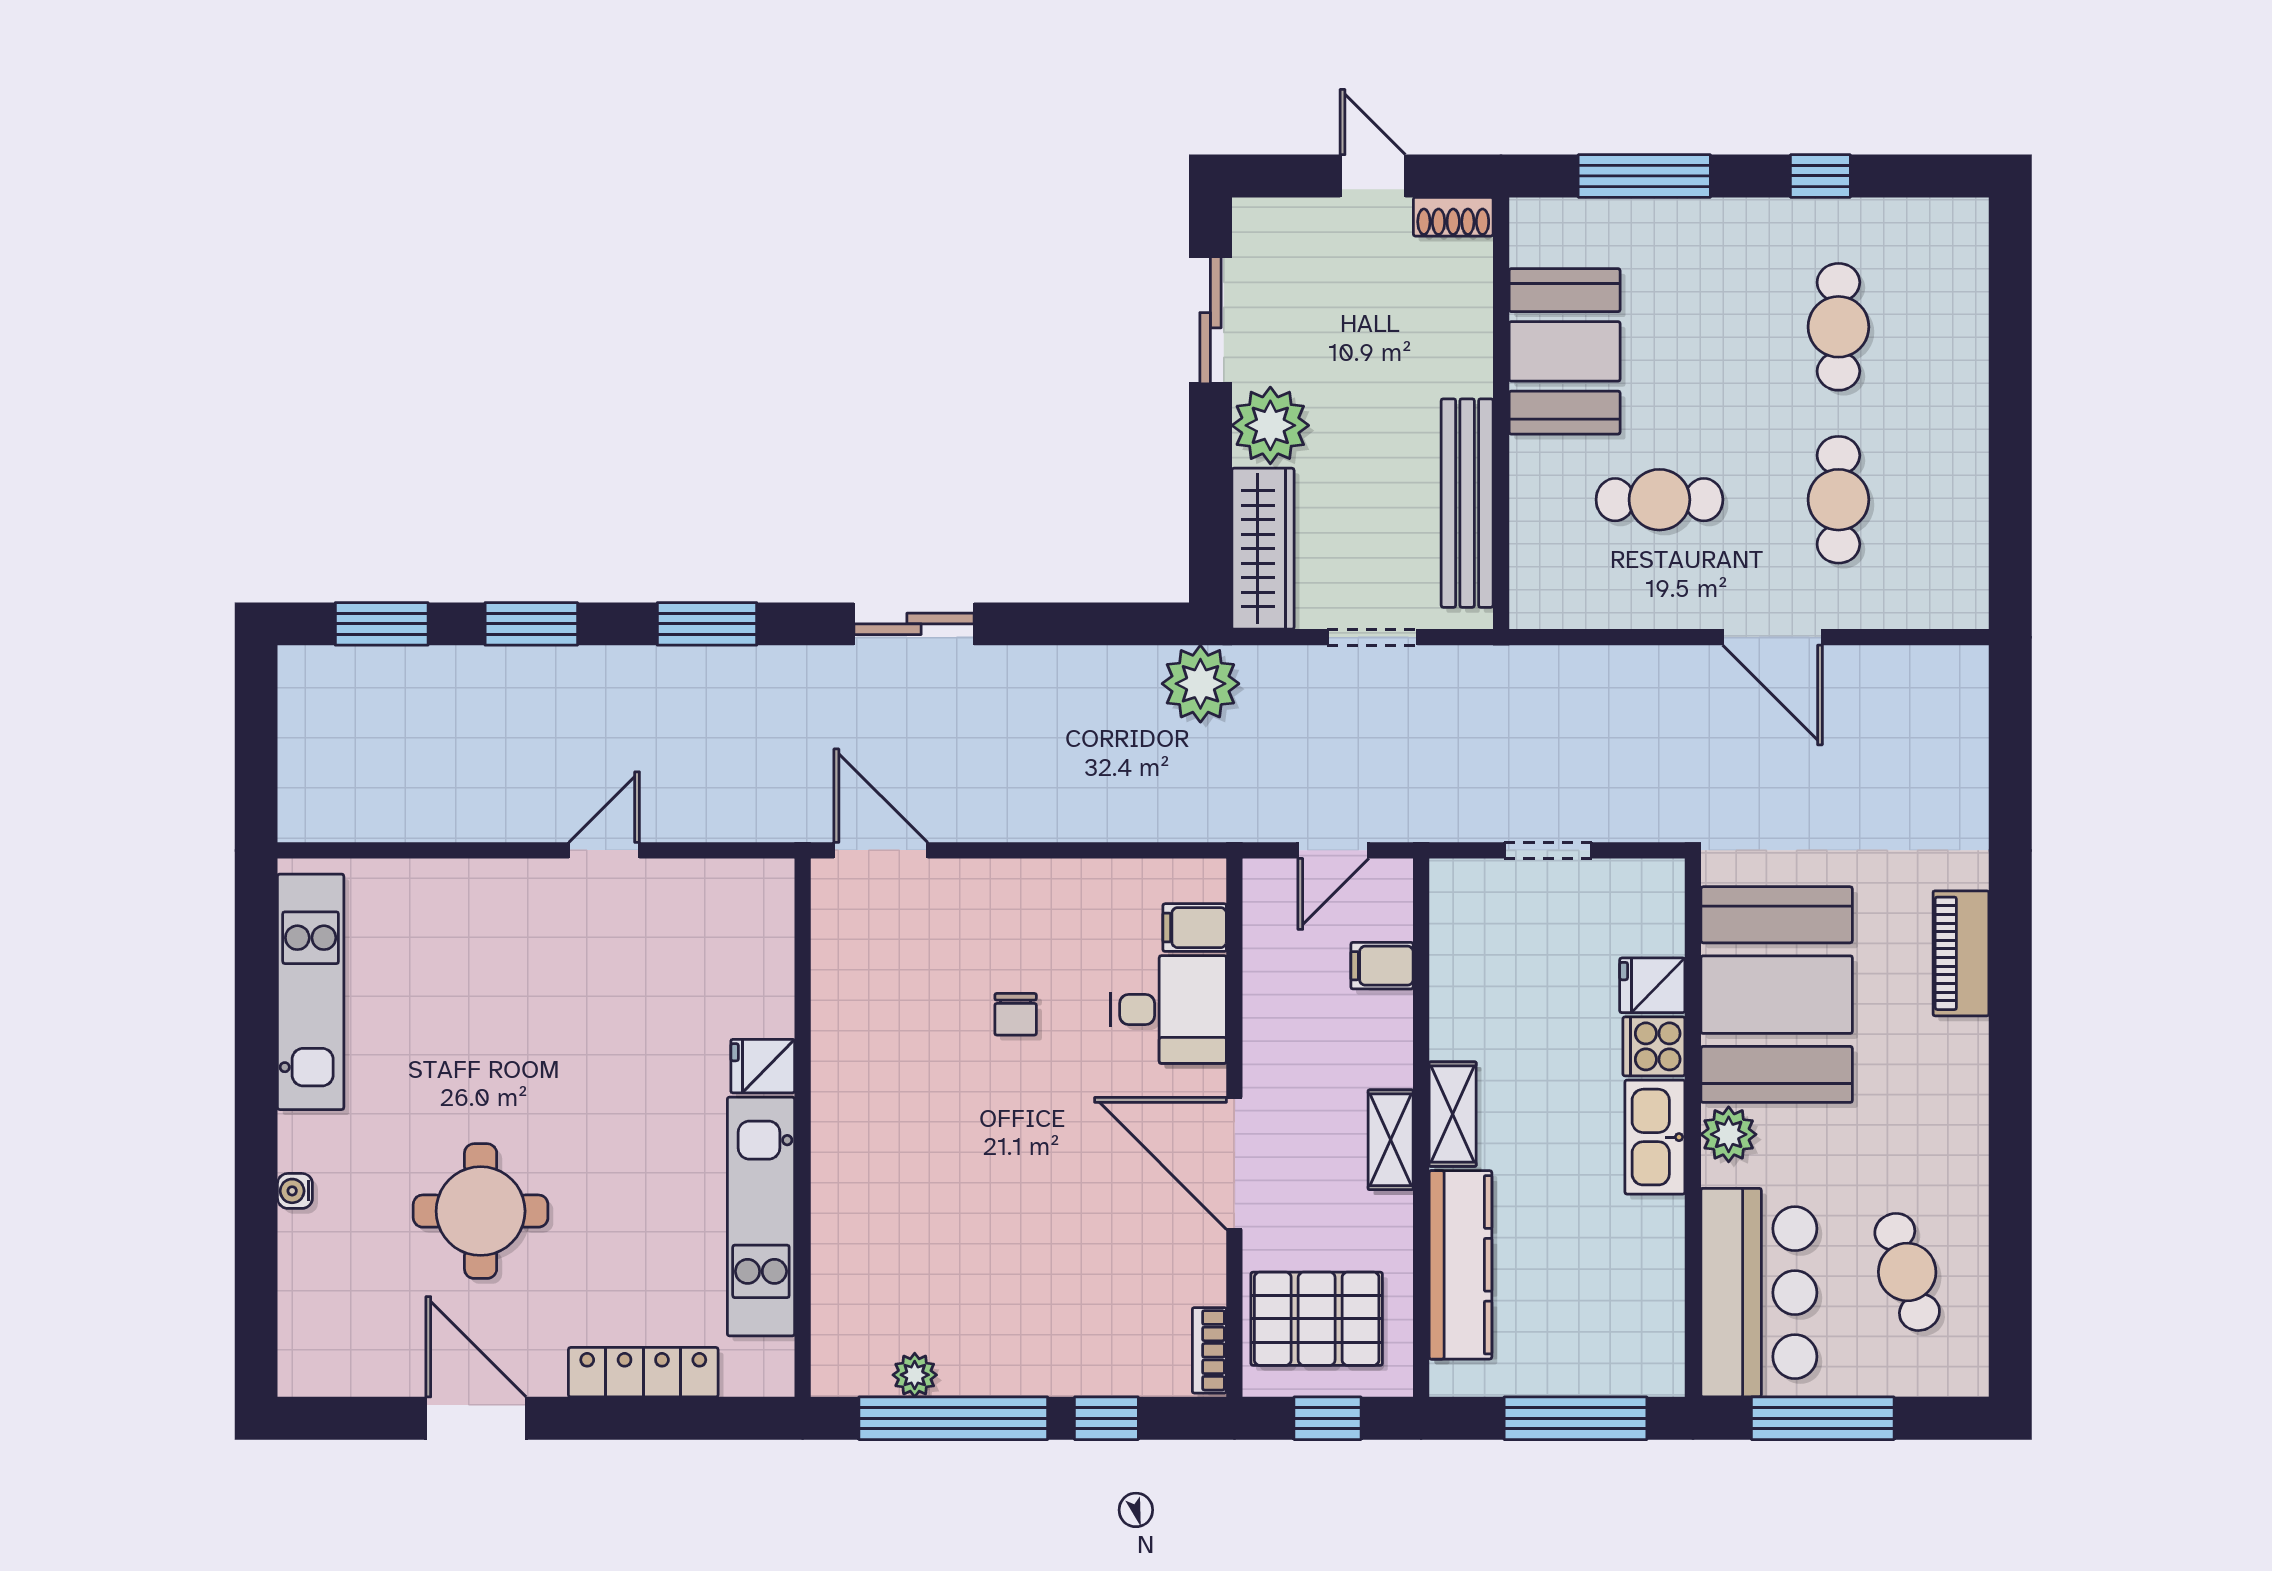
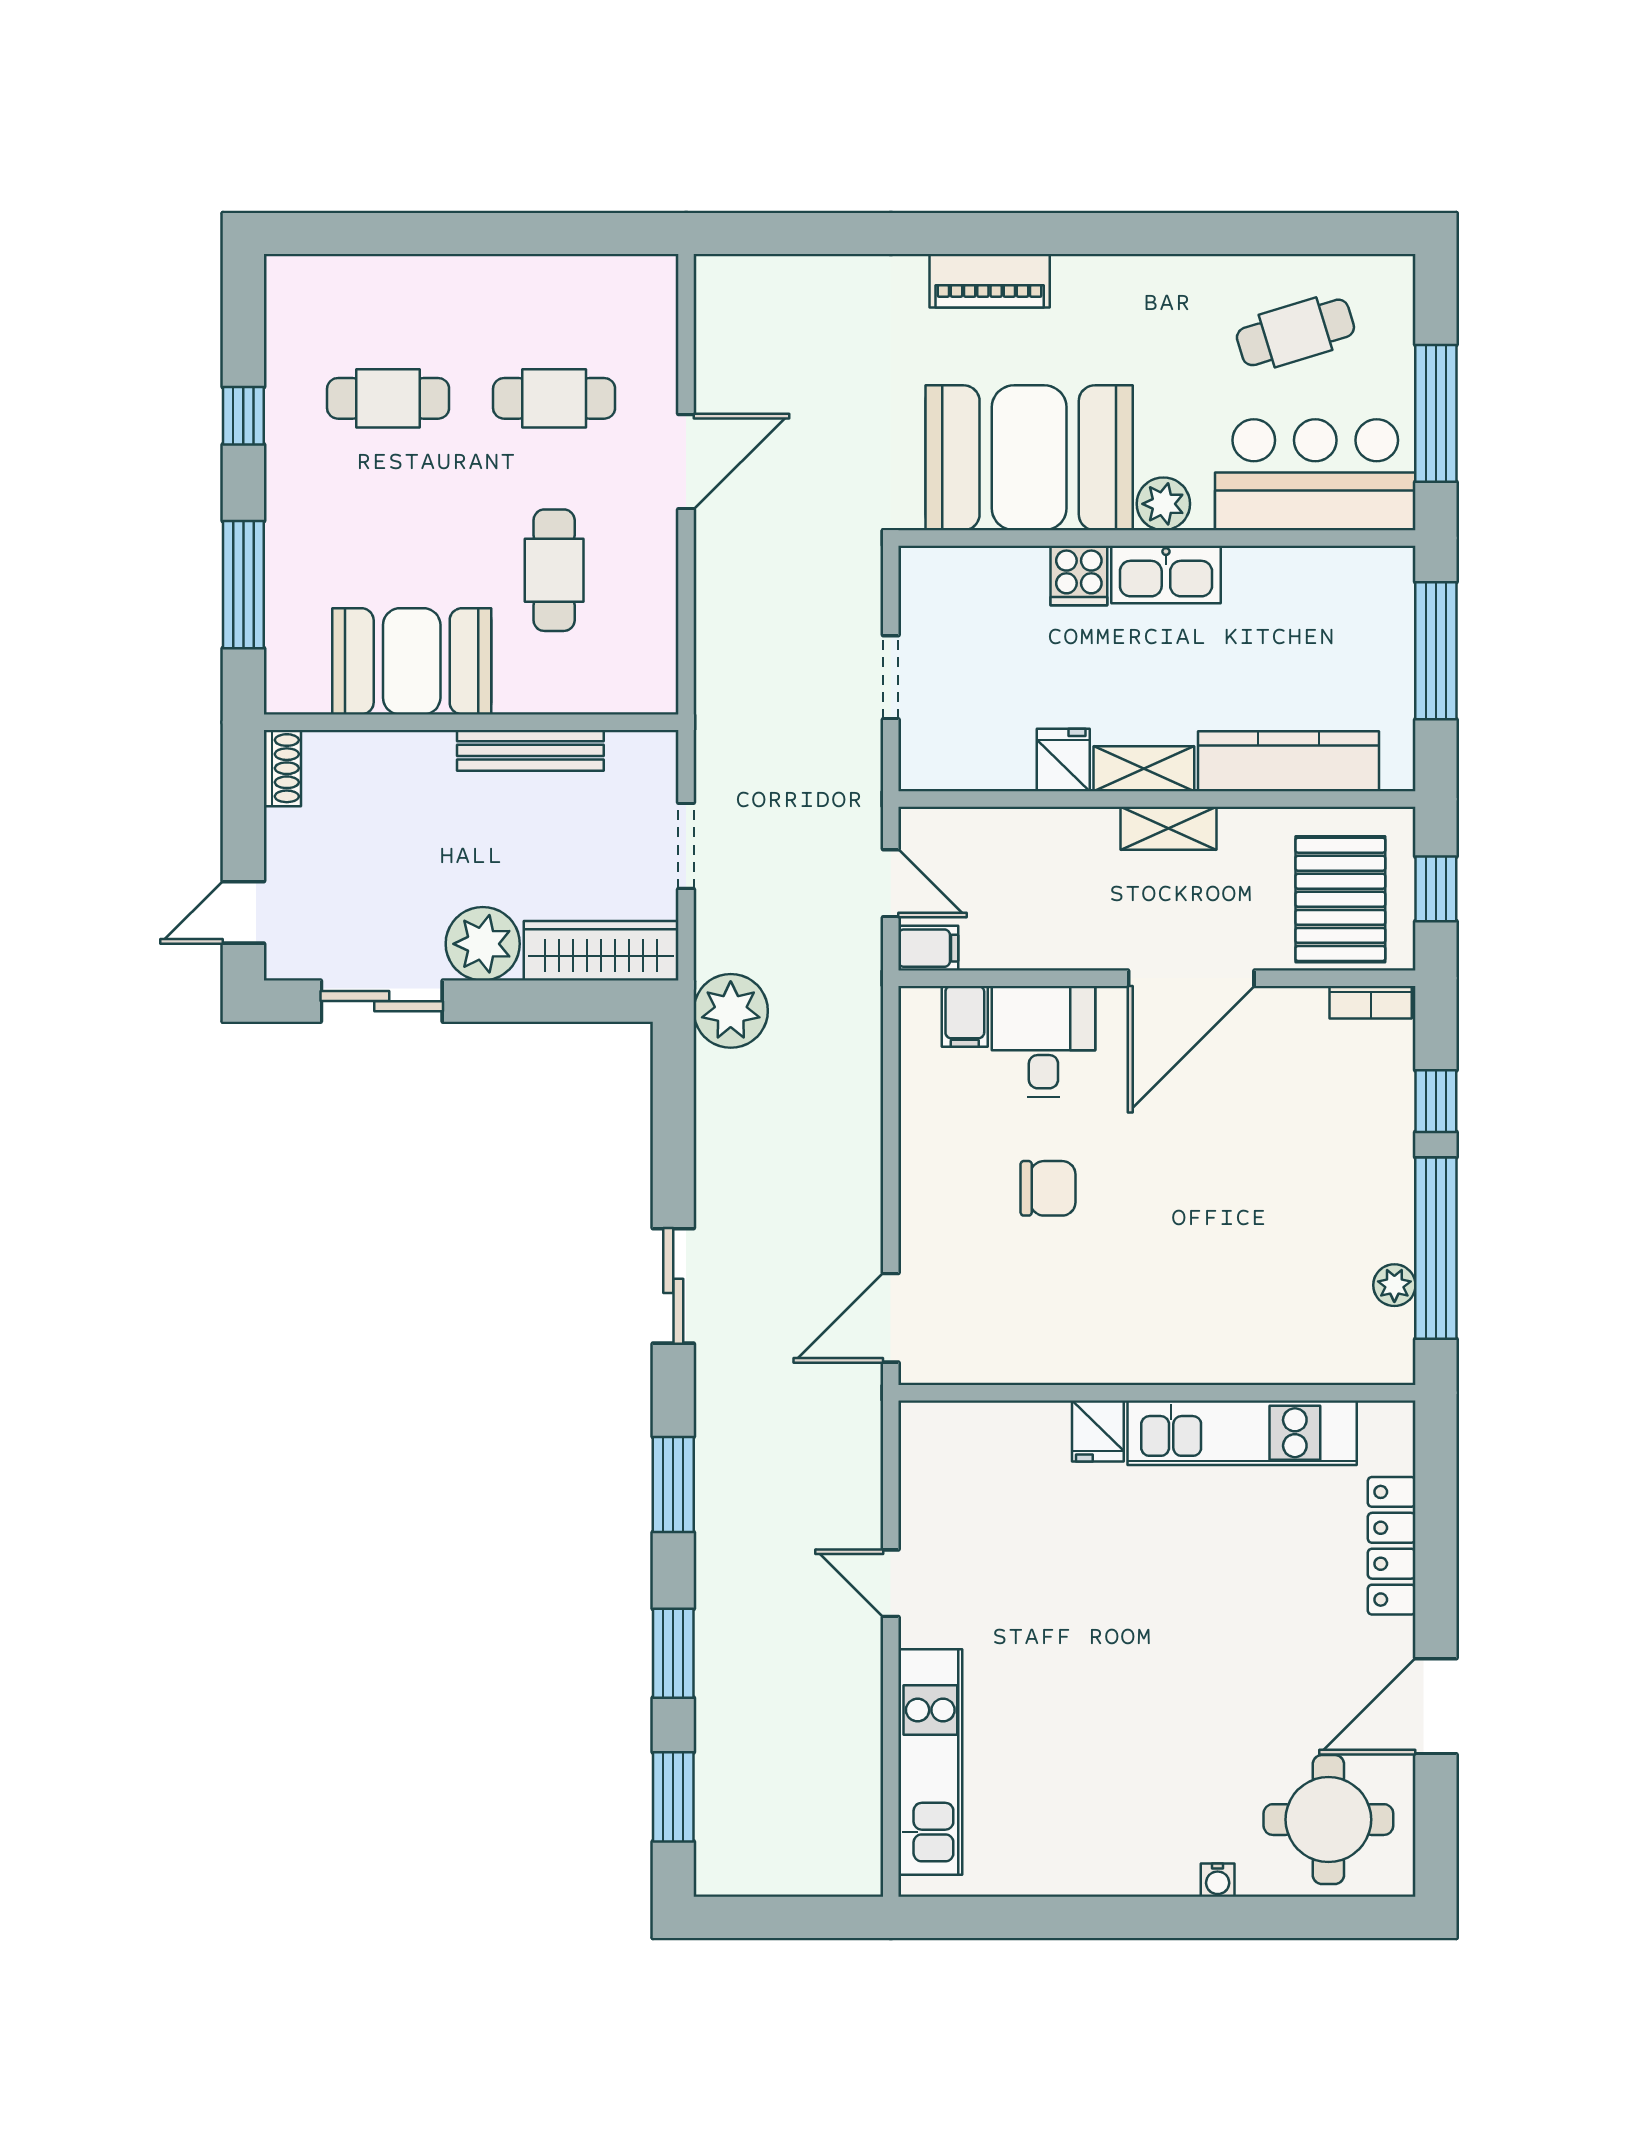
door: (1373, 176) -> (243, 912), moved
bench: (1467, 503) -> (530, 750), width x0.73, depth x0.82
filing cabinet: (1382, 966) -> (928, 948), moved, turned -90
fridge: (1652, 985) -> (1063, 760), moved, turned 180
kitchen unit: (311, 992) -> (930, 1762), moved, turned 90
chair: (1016, 1014) -> (1048, 1188), width x1.37, depth x1.37
round table: (481, 1211) -> (1328, 1820), moved

